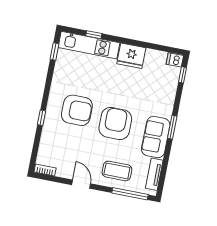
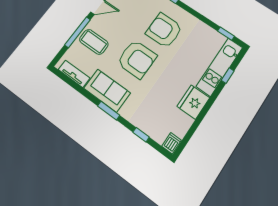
window: (183, 75) -> (141, 135), moved
armchair: (77, 110) -> (164, 30), turned 90
coffee table: (117, 171) -> (94, 42), turned 90
window: (130, 194) -> (78, 32), moved

